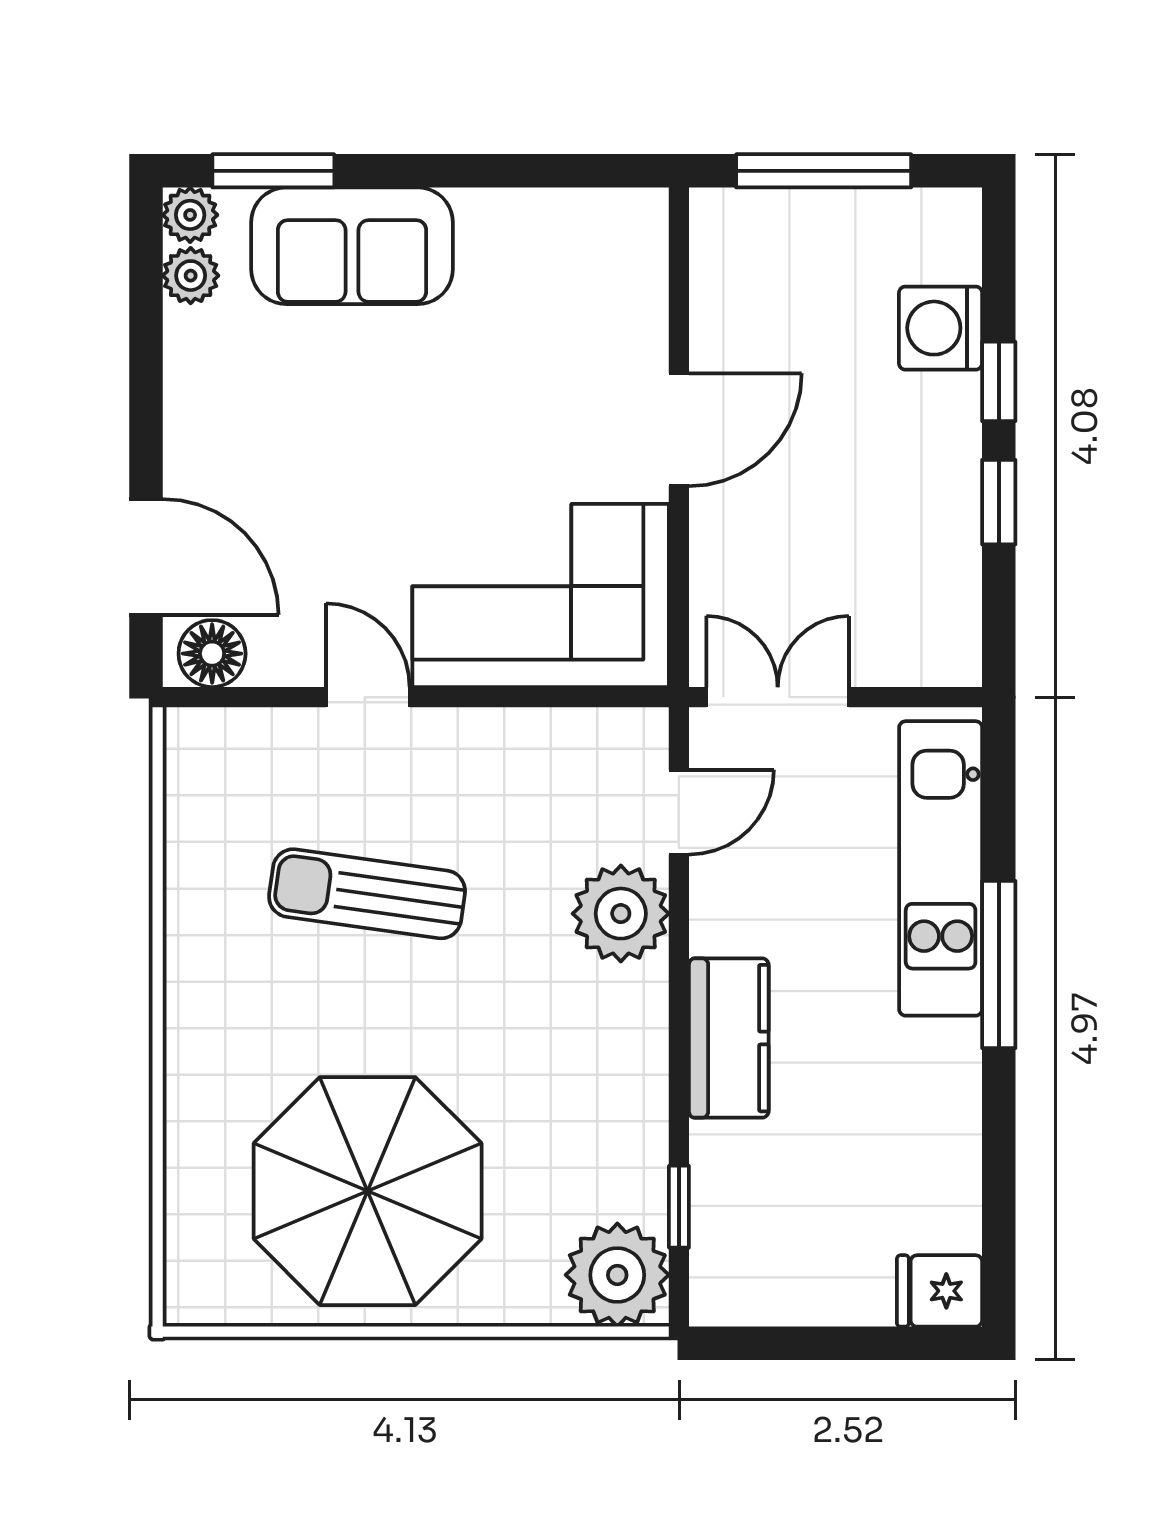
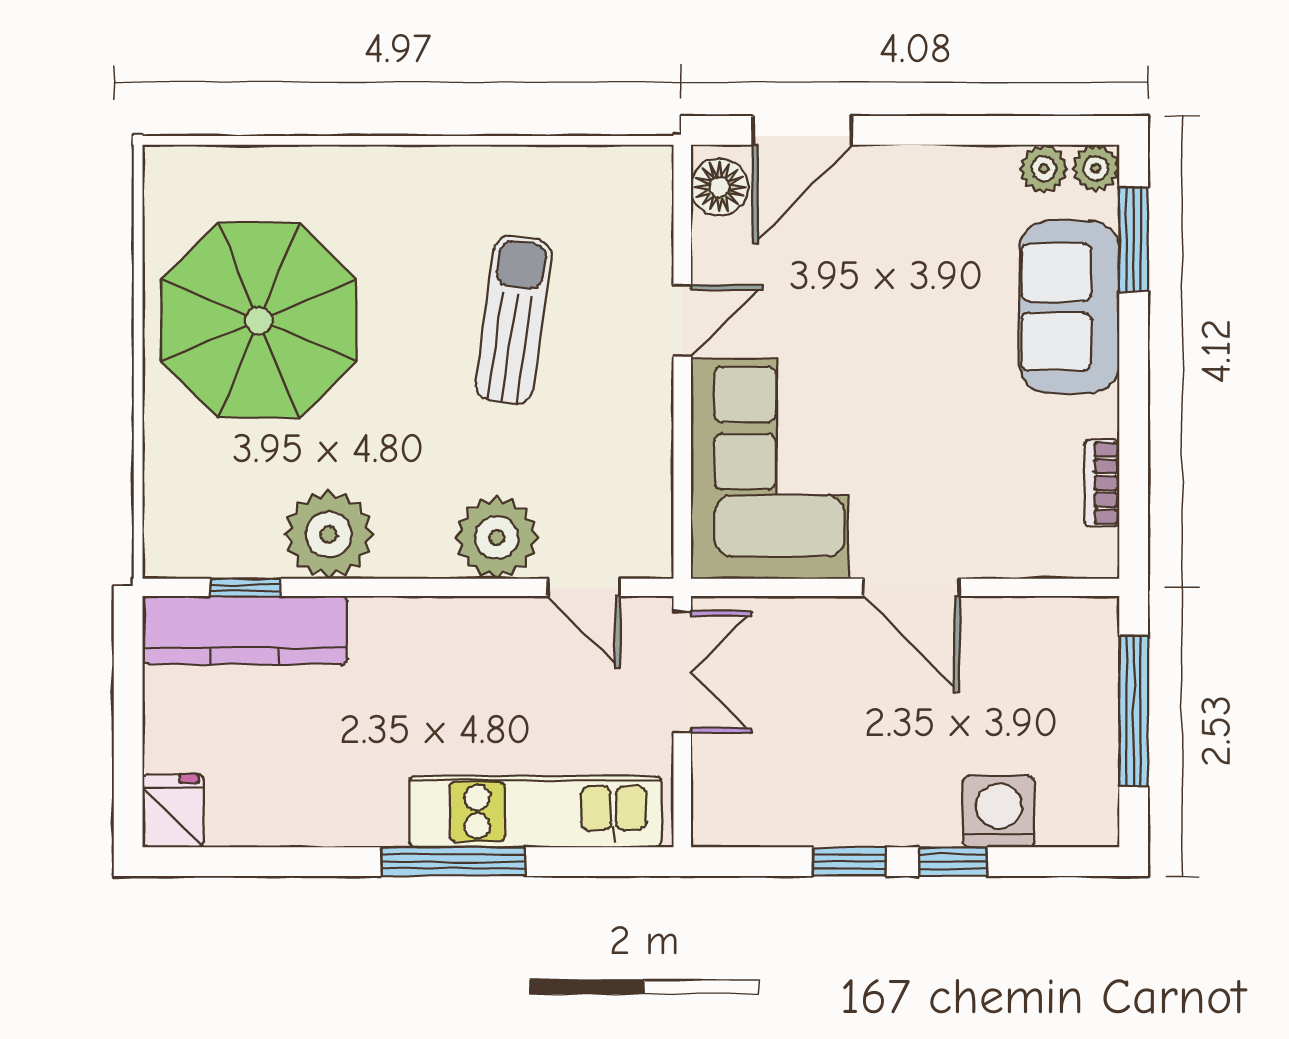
bookcase: (557, 208) -> (1102, 483), added
kitchen counter: (729, 1038) -> (245, 630), moved, width x1.50
plant: (617, 1275) -> (329, 534), moved

